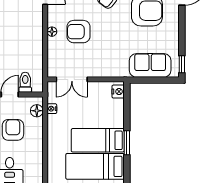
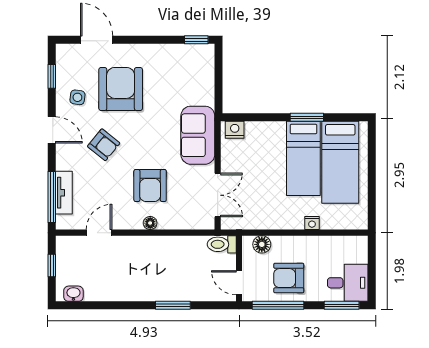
sofa: (150, 65) -> (198, 135), moved
toilet: (25, 82) -> (222, 244), moved
nightstand: (52, 109) -> (312, 223), moved

